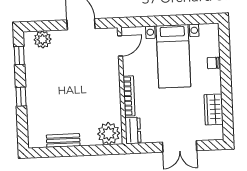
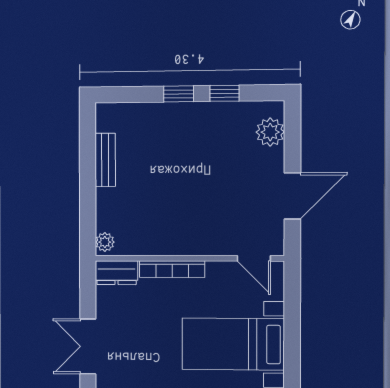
window: (19, 55) -> (224, 93), moved
plant: (109, 134) -> (105, 242), width x0.53, depth x0.53

